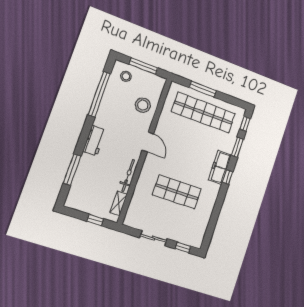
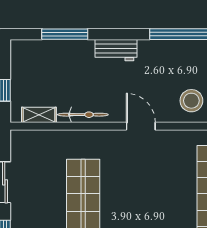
door: (148, 142) -> (141, 126), swing flipped

